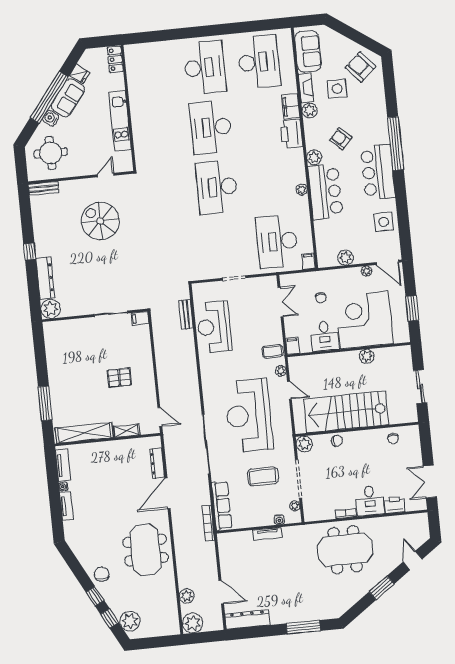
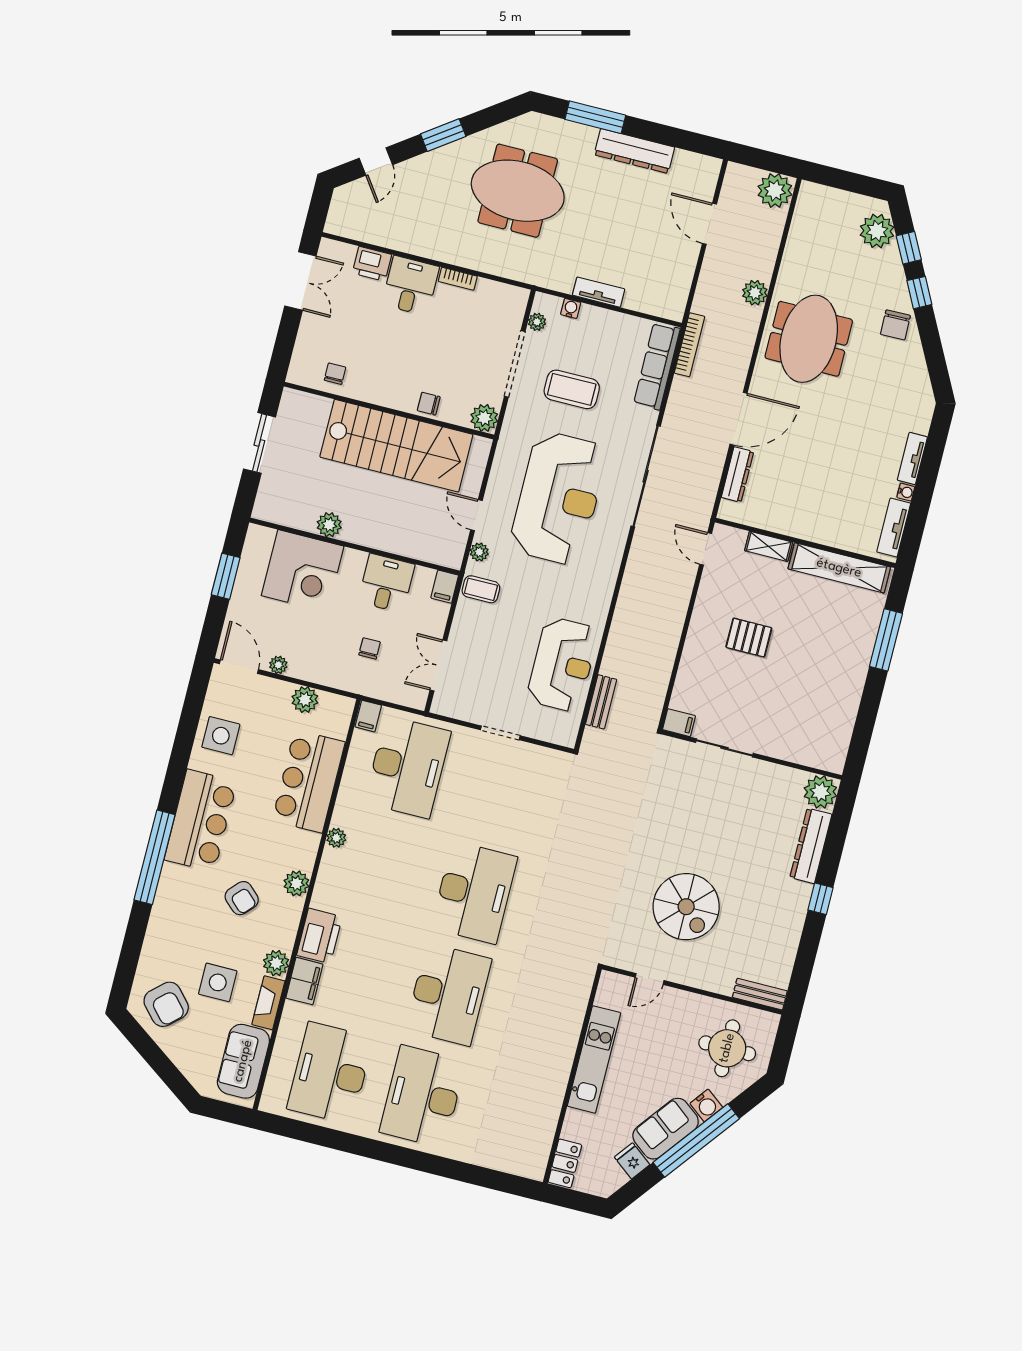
bar counter: (325, 192) -> (309, 781), moved
corner desk: (364, 320) -> (303, 571), width x0.74, depth x0.74
meeting table: (345, 550) -> (518, 191), moved
plant: (187, 596) -> (755, 293), moved
dresser: (247, 620) -> (634, 151), moved

